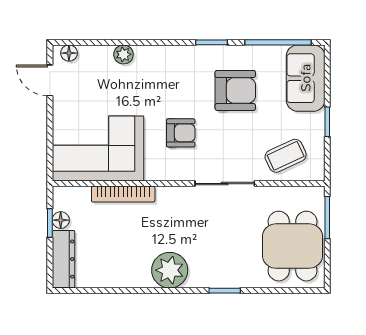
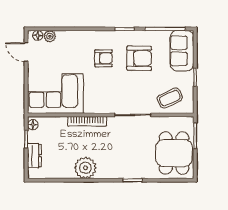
plant: (123, 54) -> (50, 36), moved
armchair: (181, 133) -> (103, 58), moved
bookcase: (123, 194) -> (87, 121), moved
floor lamp: (61, 220) -> (33, 125), moved
dresser: (64, 259) -> (34, 156), width x0.70
plant: (170, 270) -> (85, 168), moved

